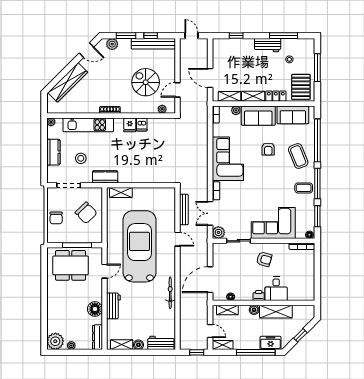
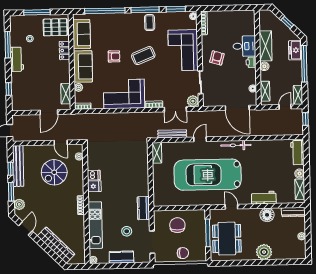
shelving: (253, 96) -> (65, 72), removed
coffee table: (298, 156) -> (143, 56), moved
shelving: (121, 193) -> (157, 153), moved
chair: (86, 213) -> (177, 225), turned -46
bicycle: (170, 293) -> (236, 145), moved
plant: (55, 341) -> (264, 252), moved

